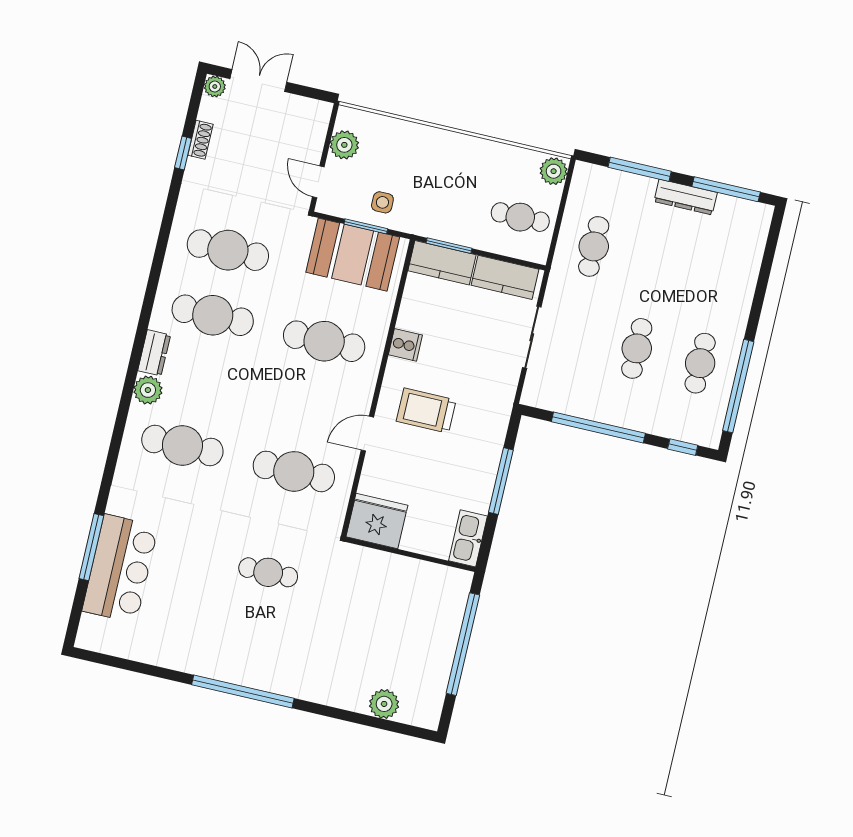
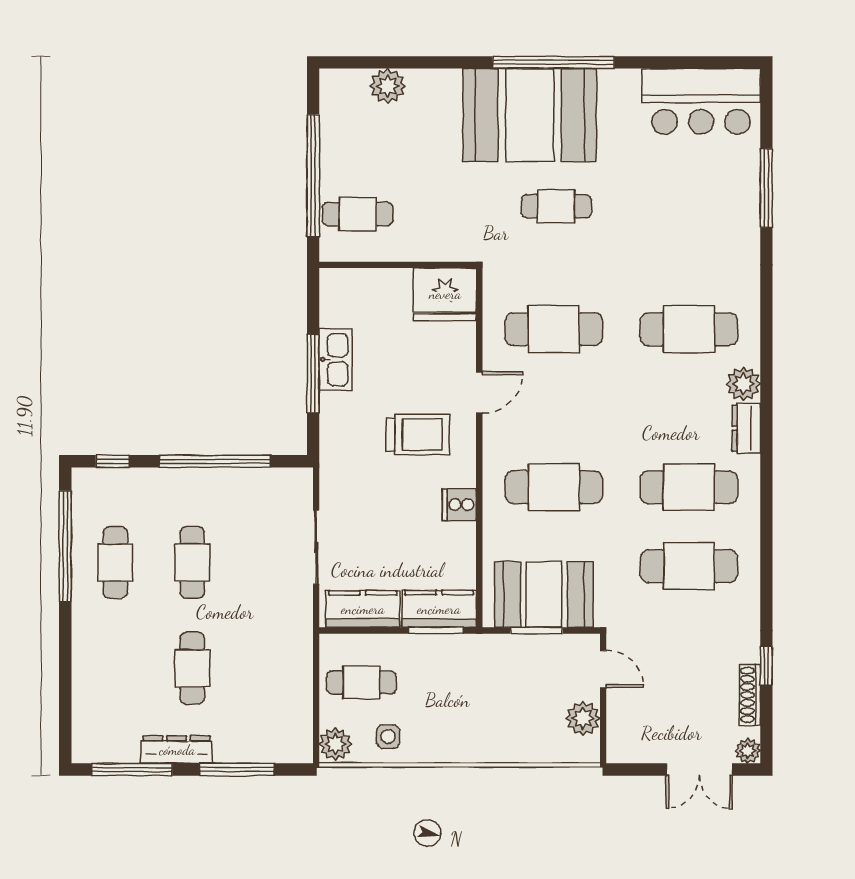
shoe rack: (200, 140) -> (750, 695), width x1.43
side table: (382, 202) -> (388, 737), moved
cafe table: (594, 246) -> (192, 668), moved
kitchen sink: (468, 538) -> (335, 359), moved
bar counter: (120, 569) -> (701, 101), moved, turned -90
cafe table: (433, 604) -> (358, 214), added
booth: (273, 653) -> (530, 115), added

